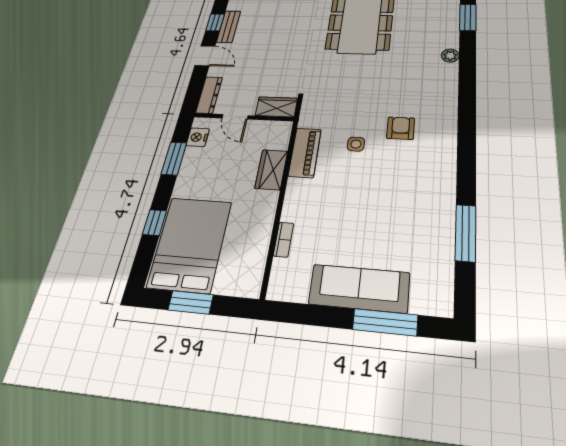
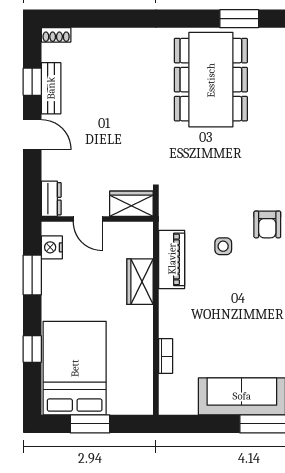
dresser: (209, 95) -> (51, 199), width x0.70
armchair: (401, 128) -> (267, 224), turned 180

